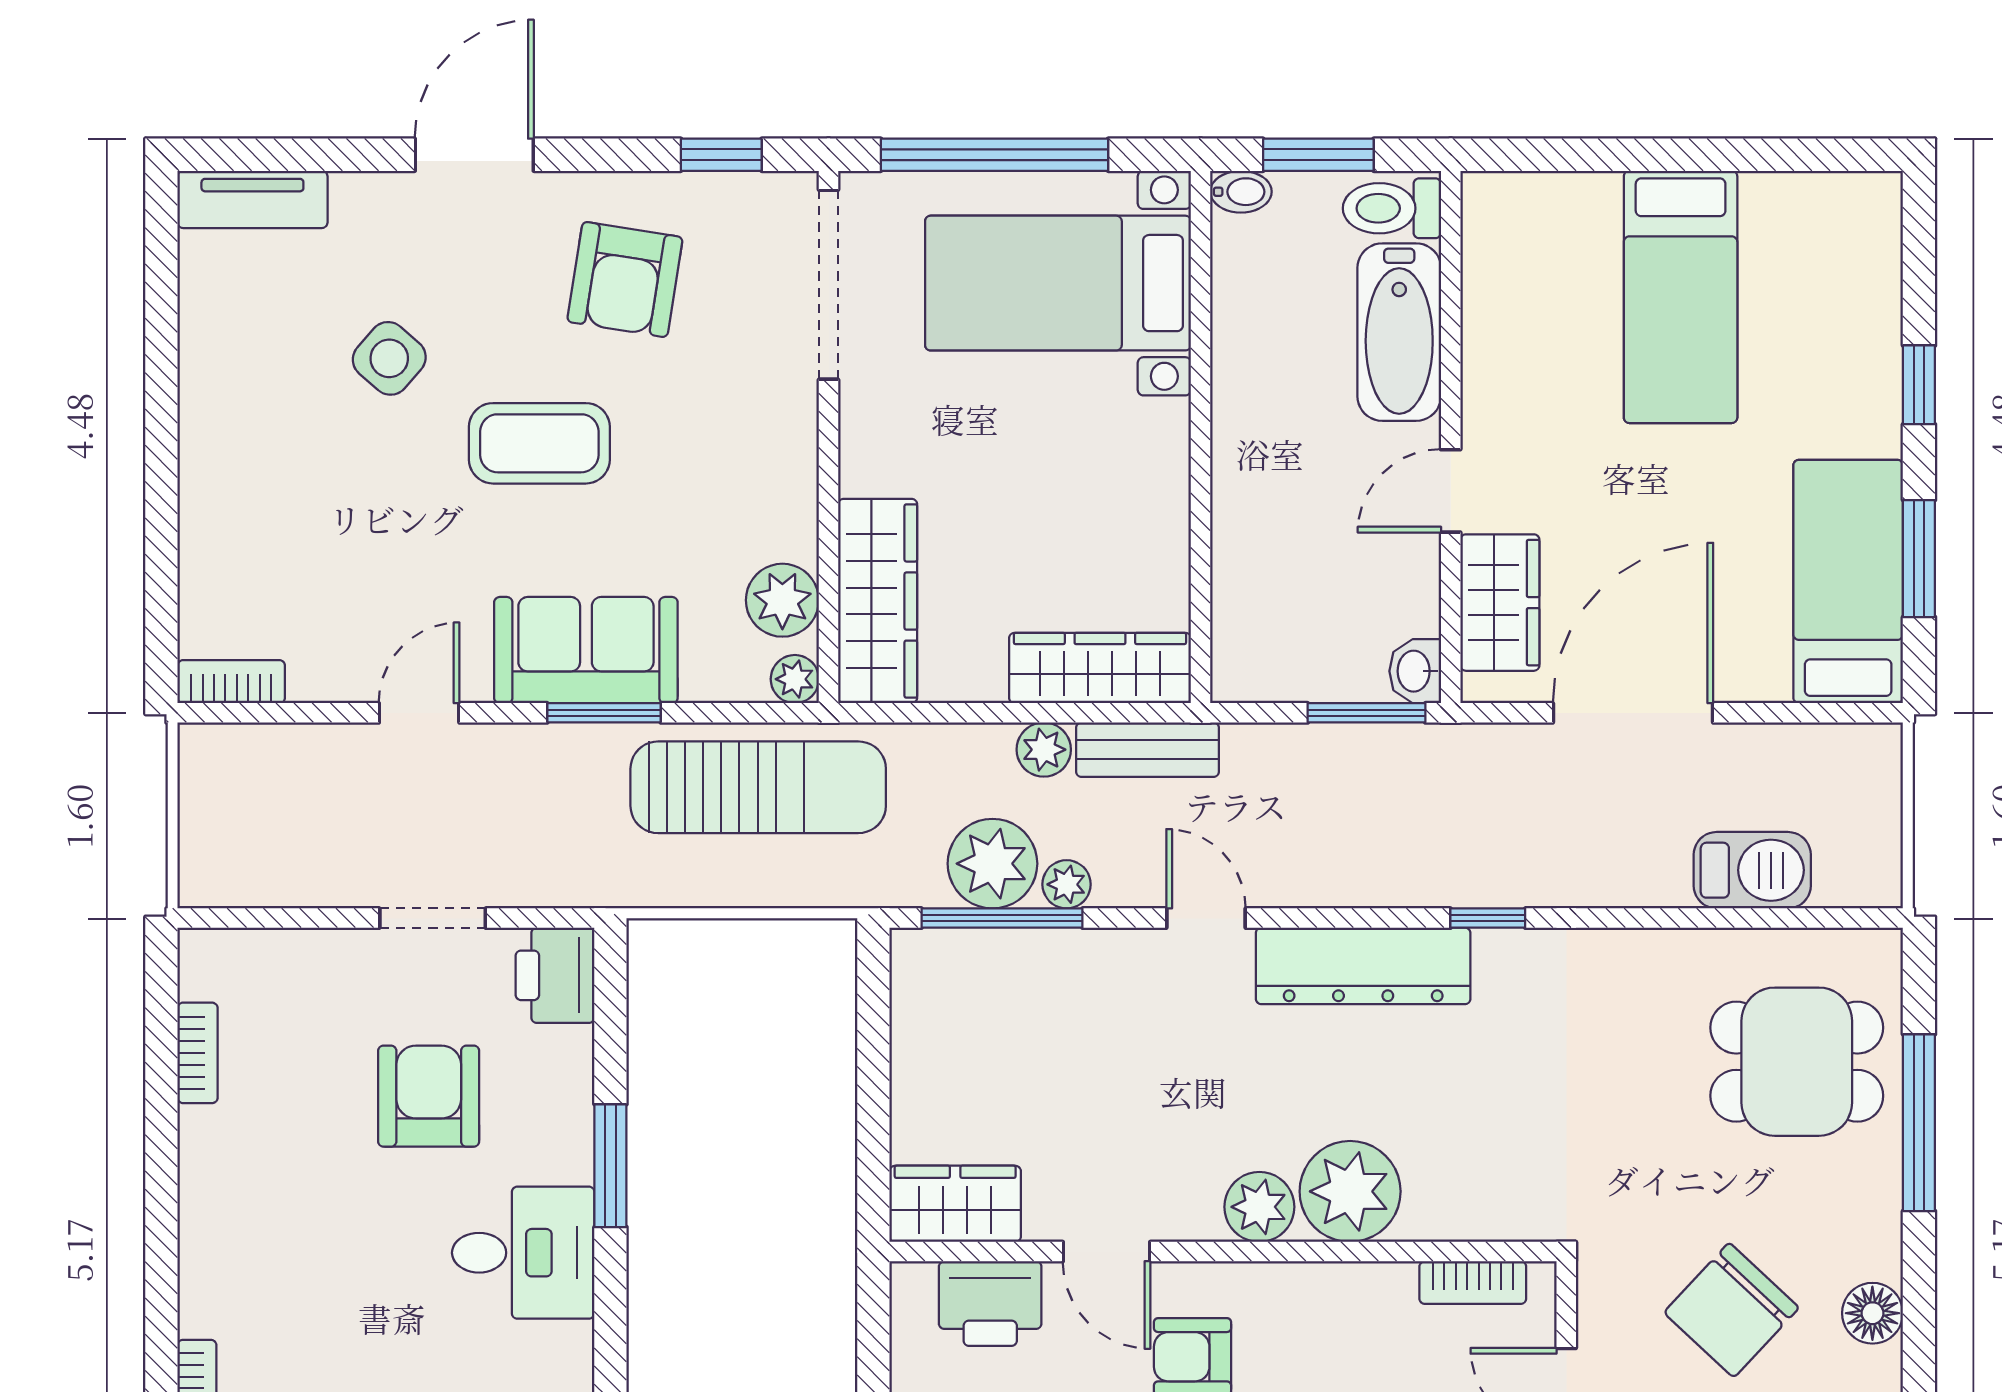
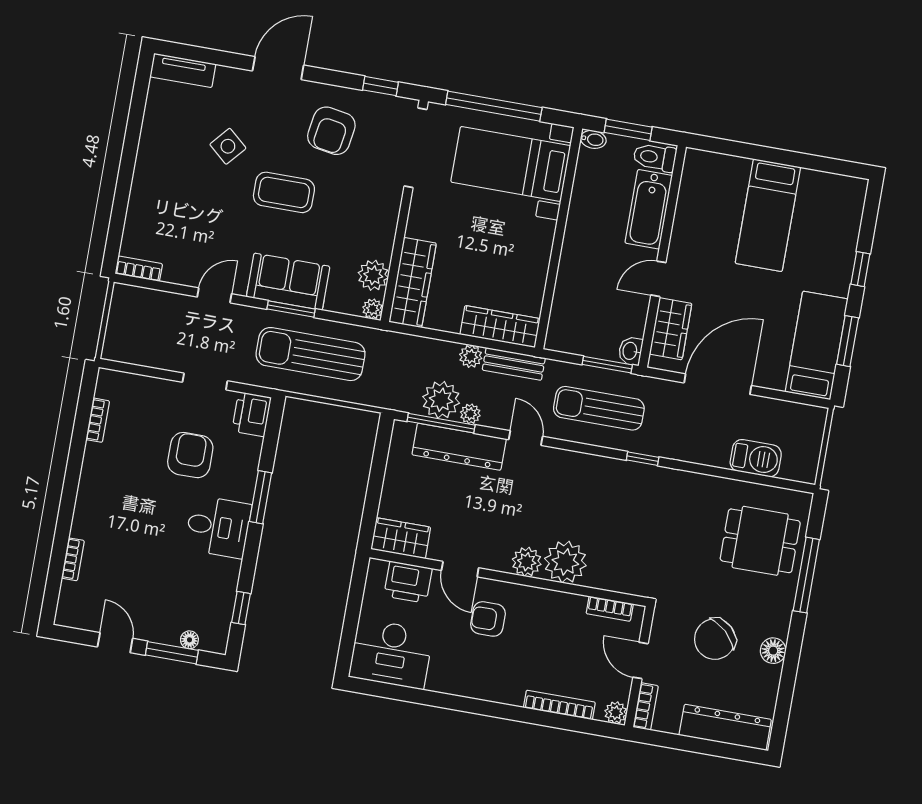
sun lounger: (758, 787) -> (310, 354), moved, turned 180
sun lounger: (1365, 818) -> (599, 408), added
dresser: (1363, 966) -> (459, 447), moved

